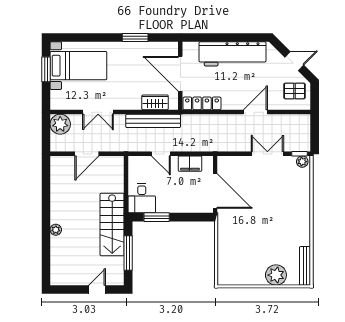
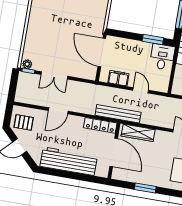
wardrobe: (155, 102) -> (138, 133), width x1.50
bench: (153, 121) -> (118, 114), moved

